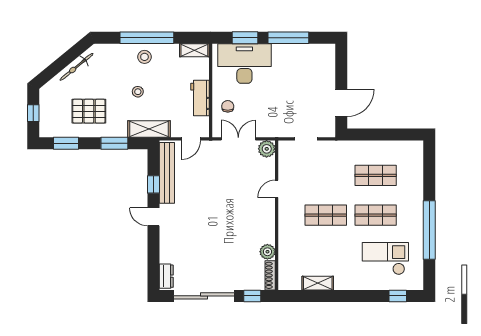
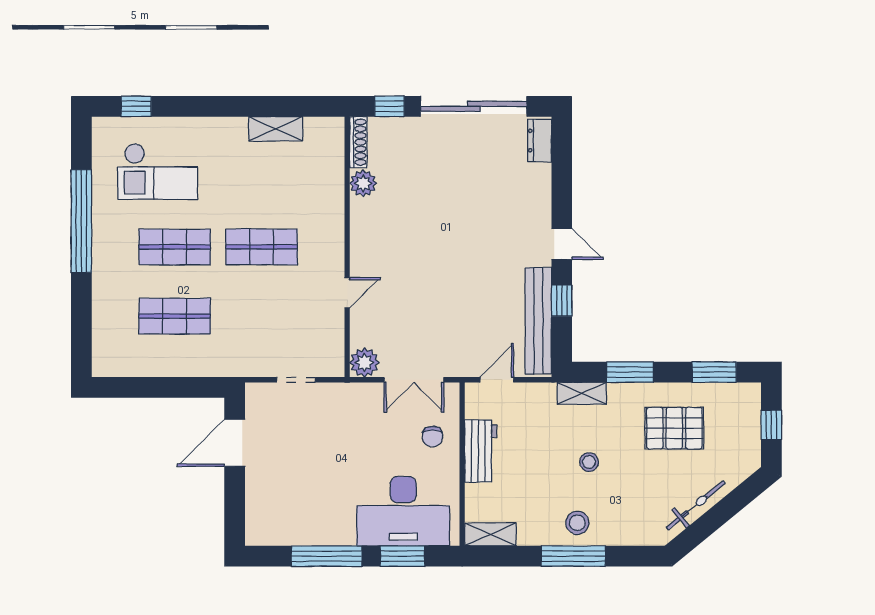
window: (147, 38) -> (573, 556), width x0.68
shelving: (149, 129) -> (582, 393), width x0.67, depth x0.75

